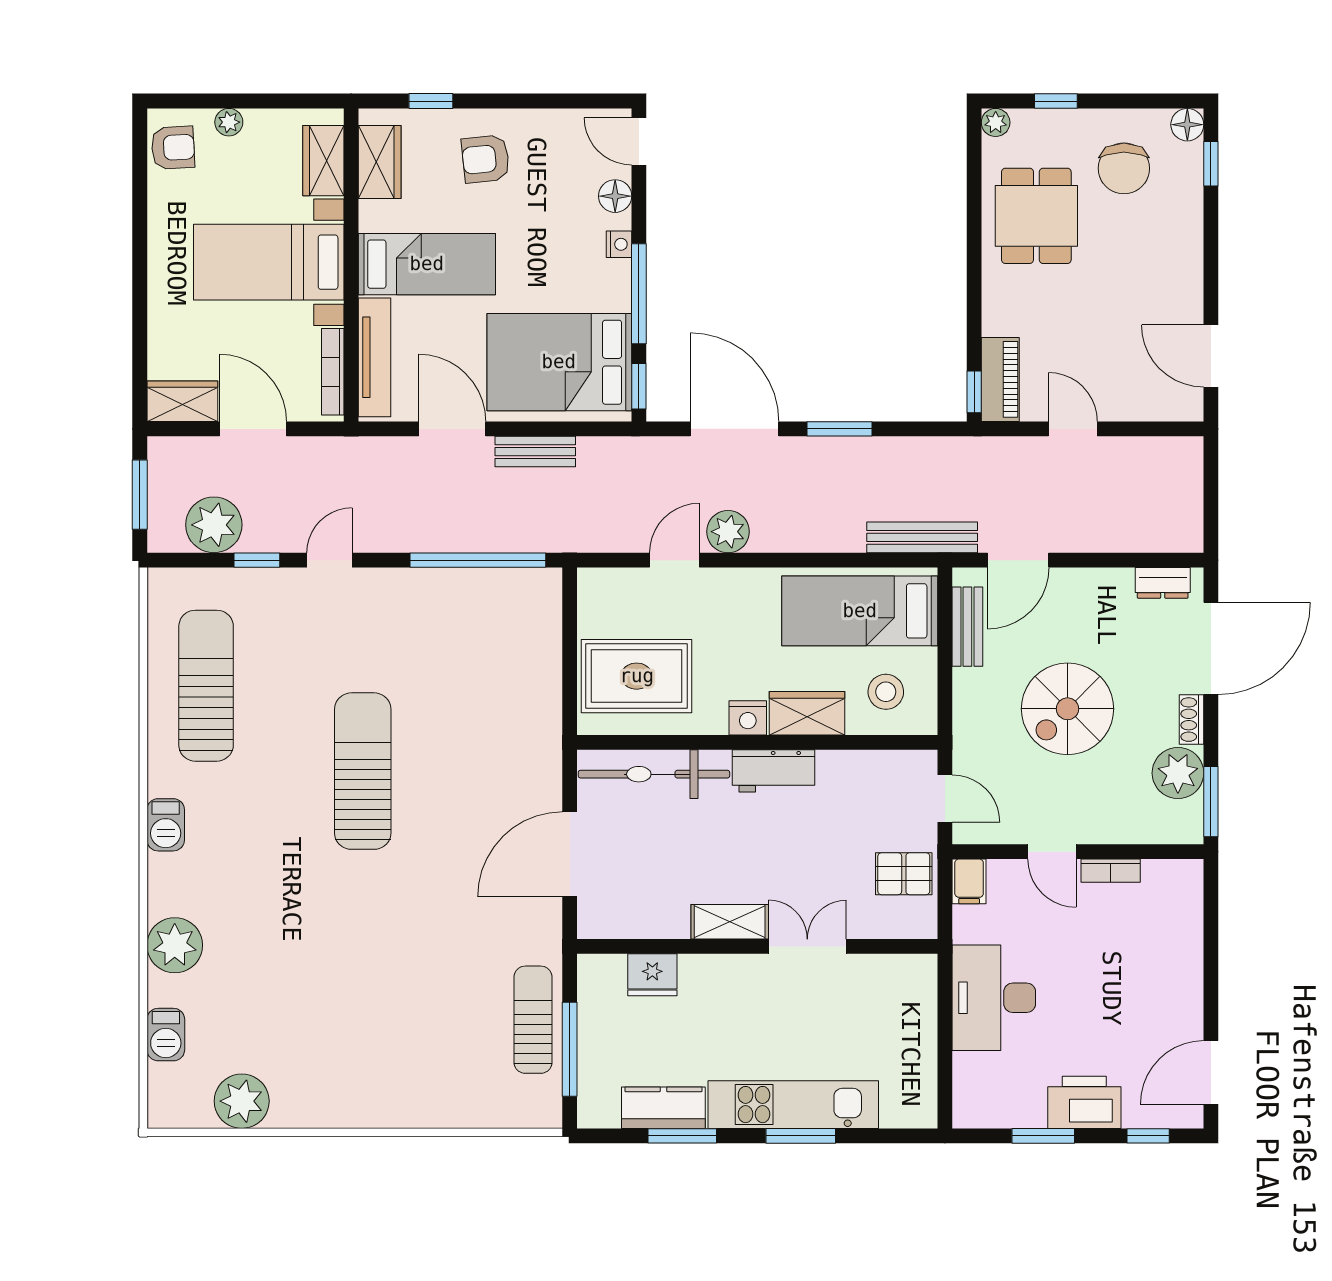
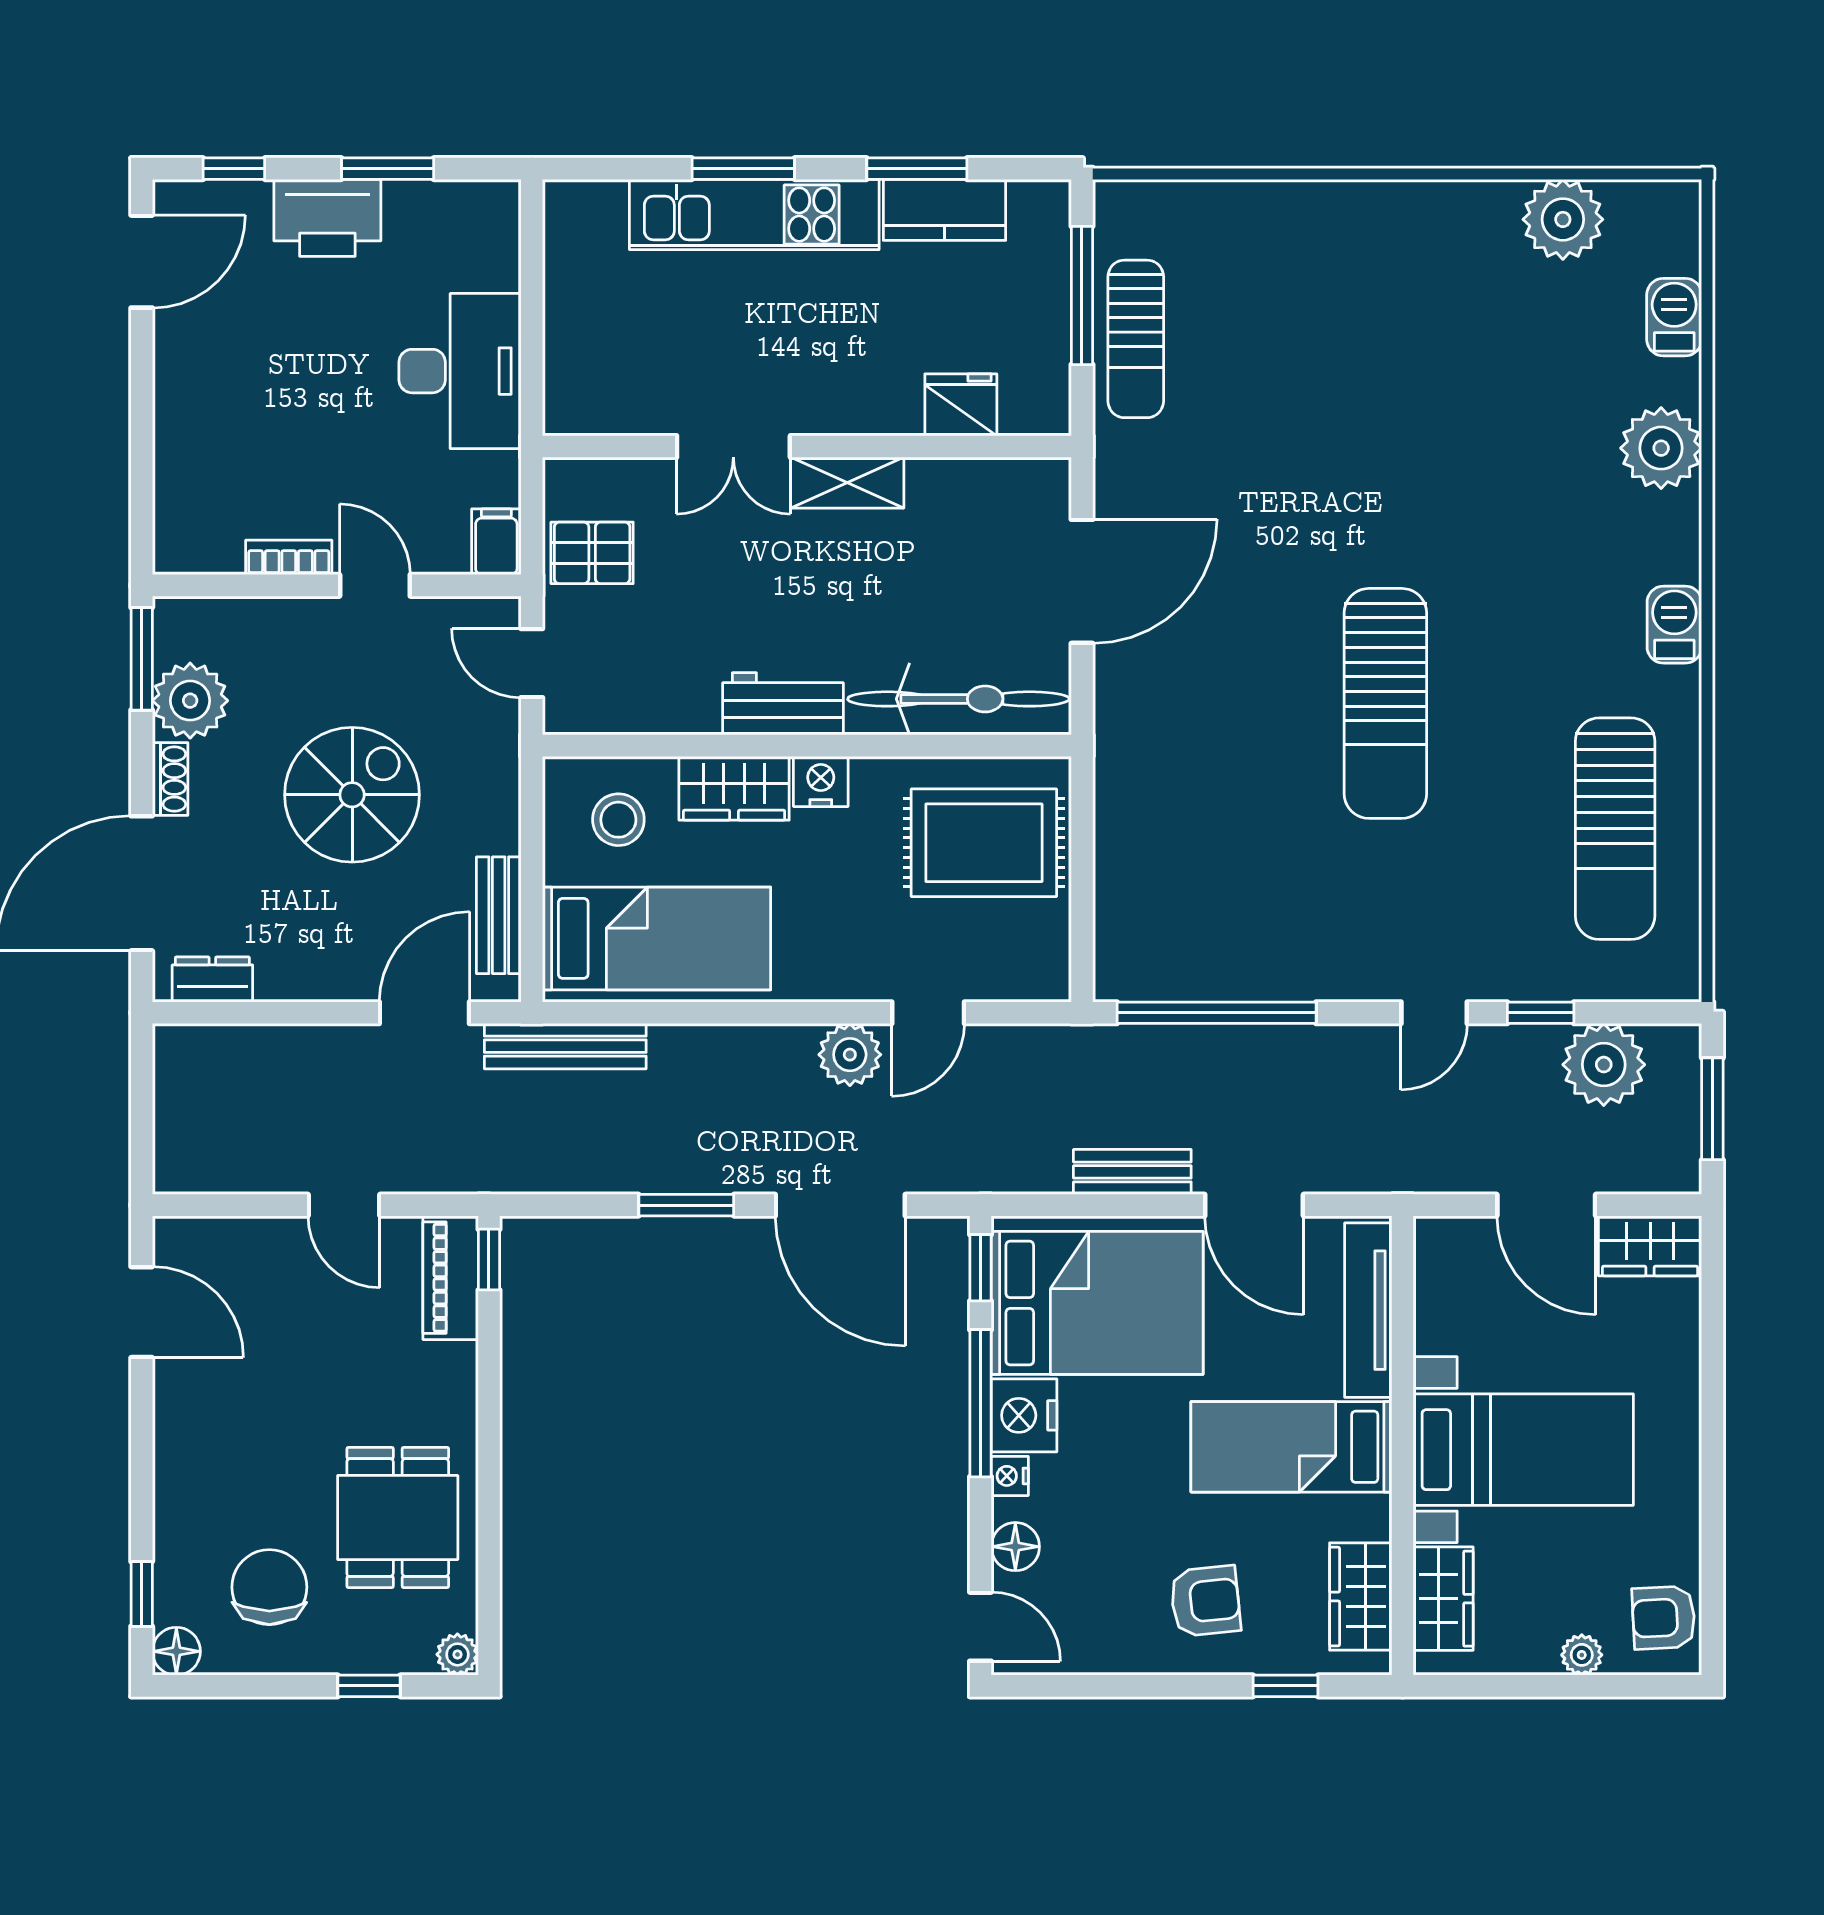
nightstand: (609, 286) -> (1024, 1415), added
bookcase: (333, 372) -> (1429, 1289), removed

